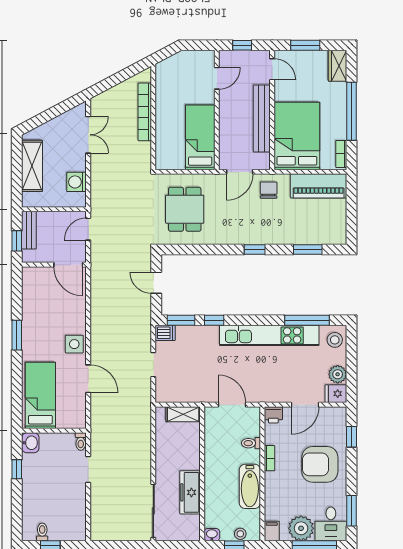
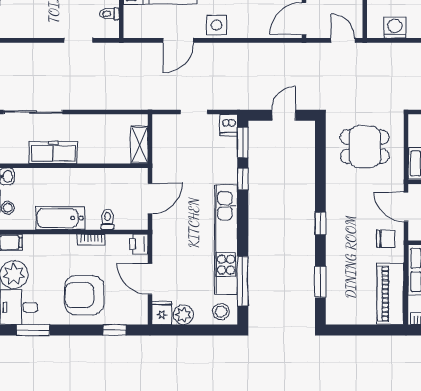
toilet: (81, 441) -> (109, 14), moved
armchair: (320, 464) -> (84, 295), turned -90

